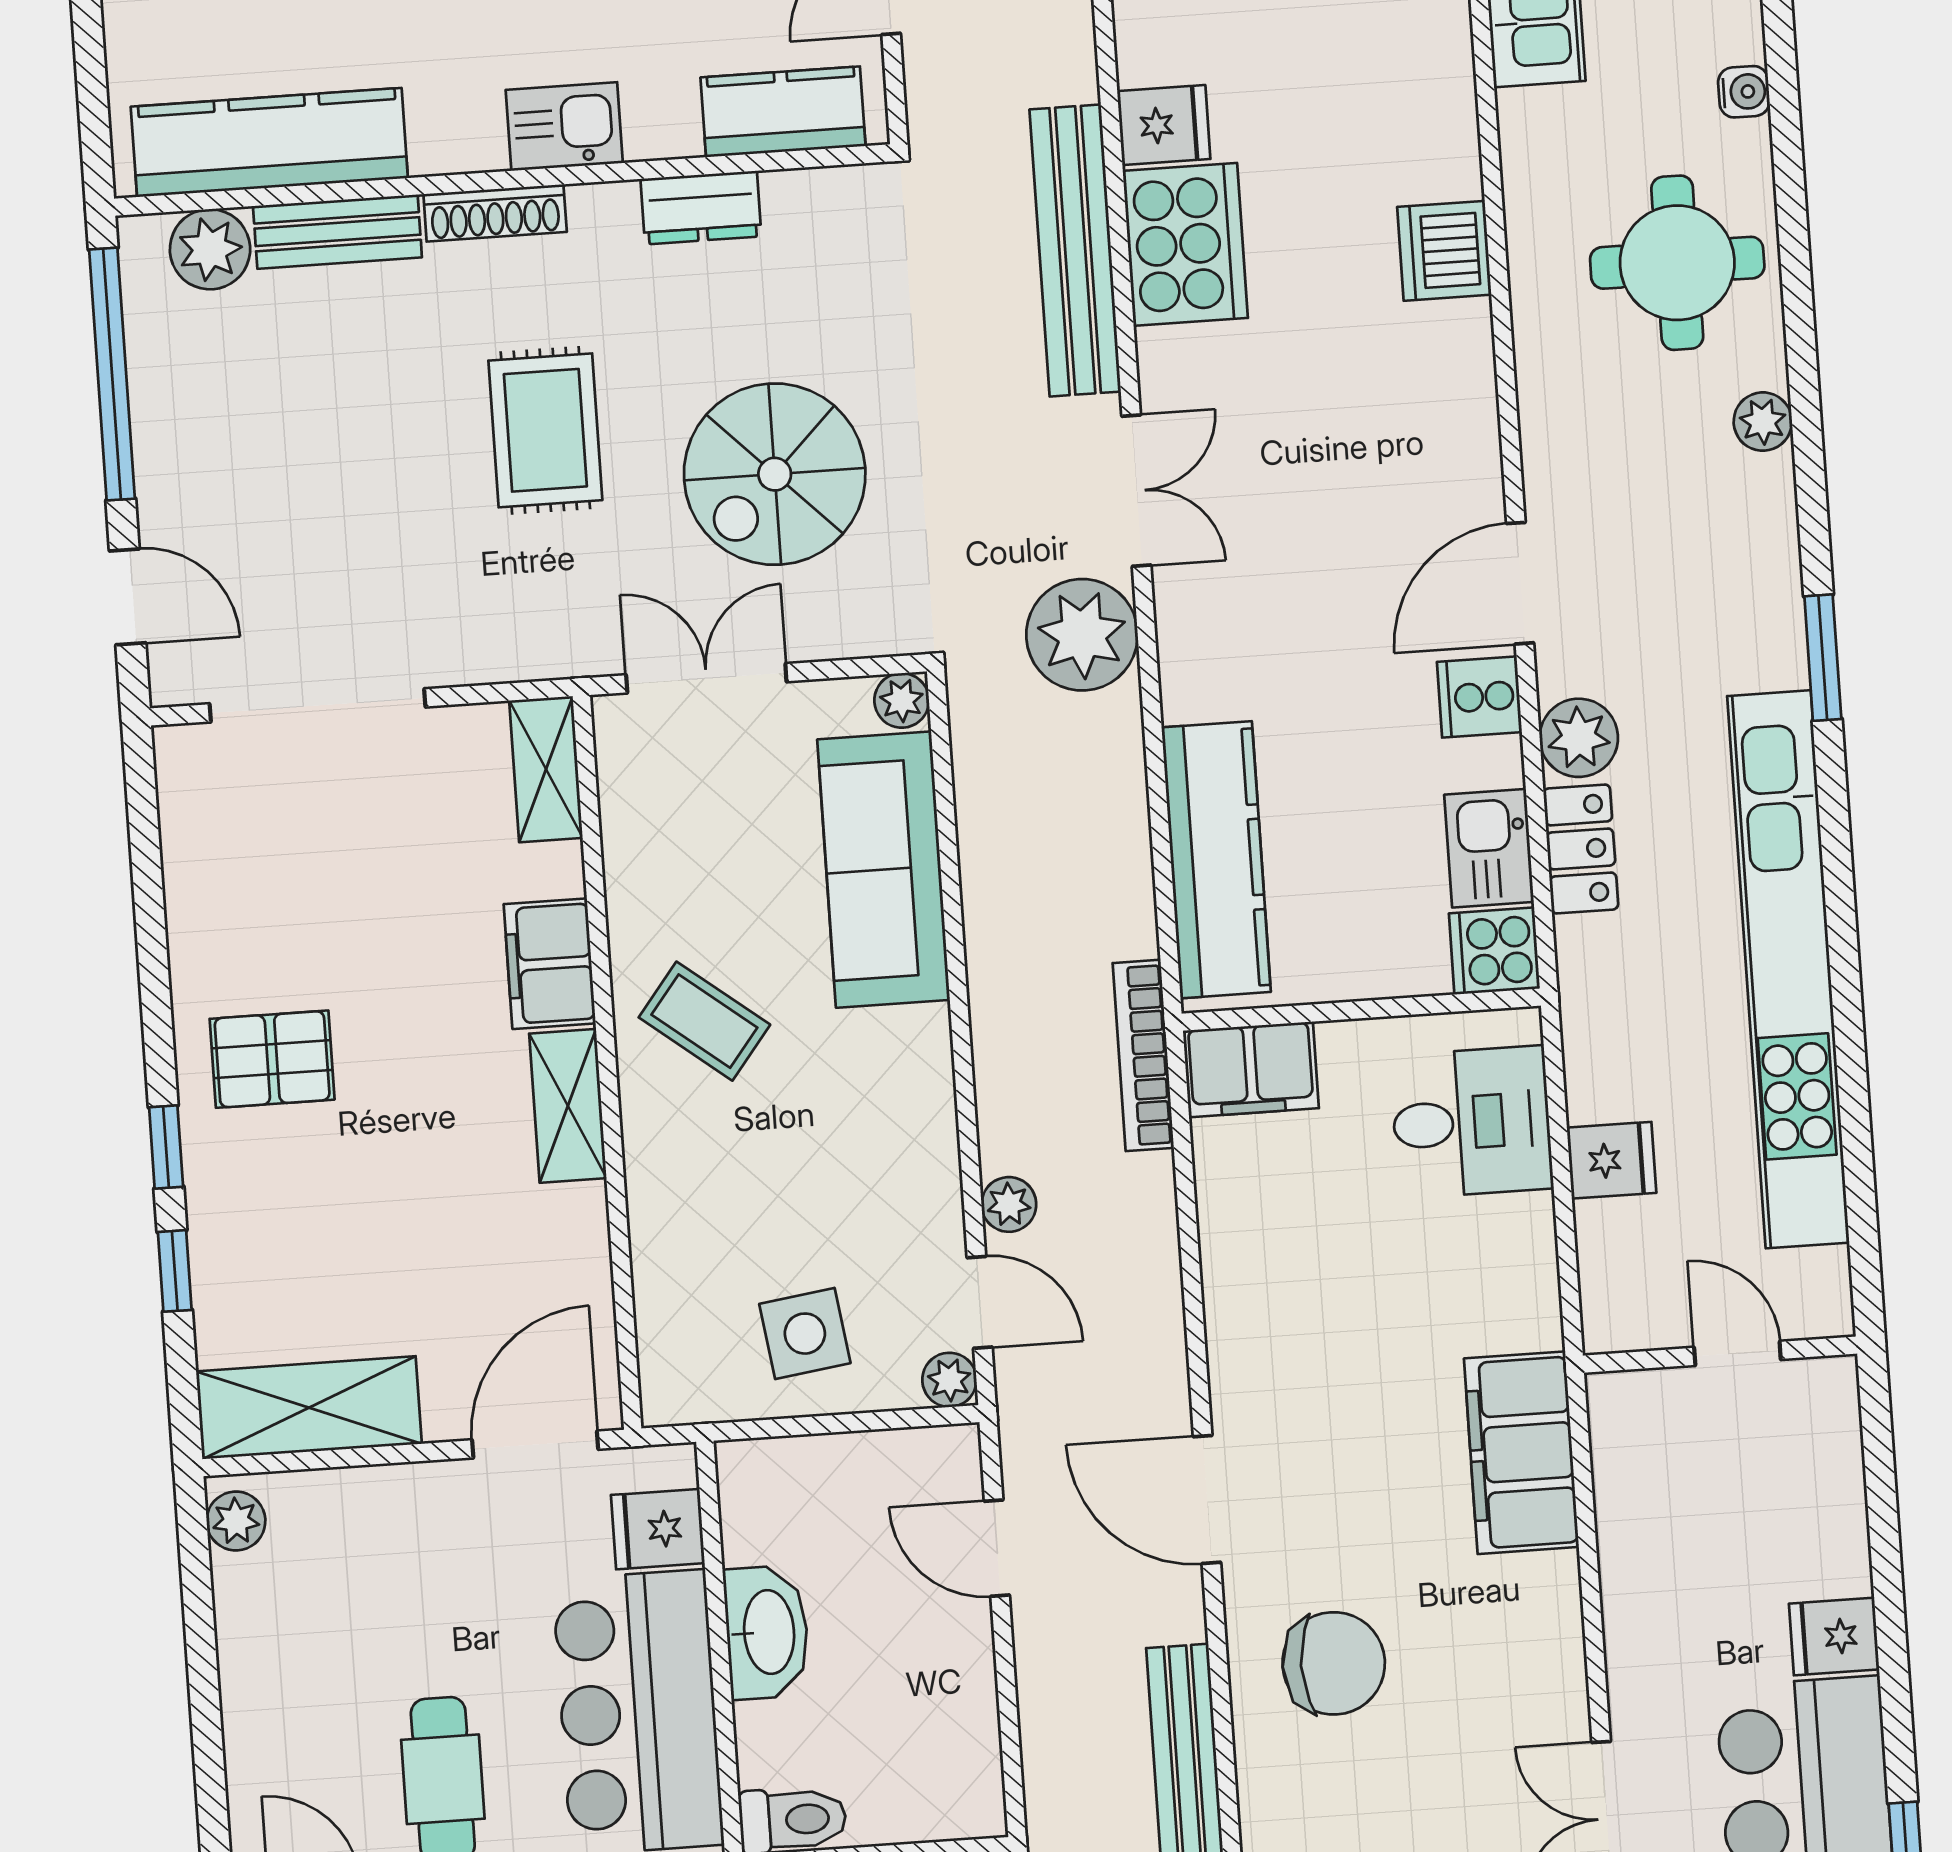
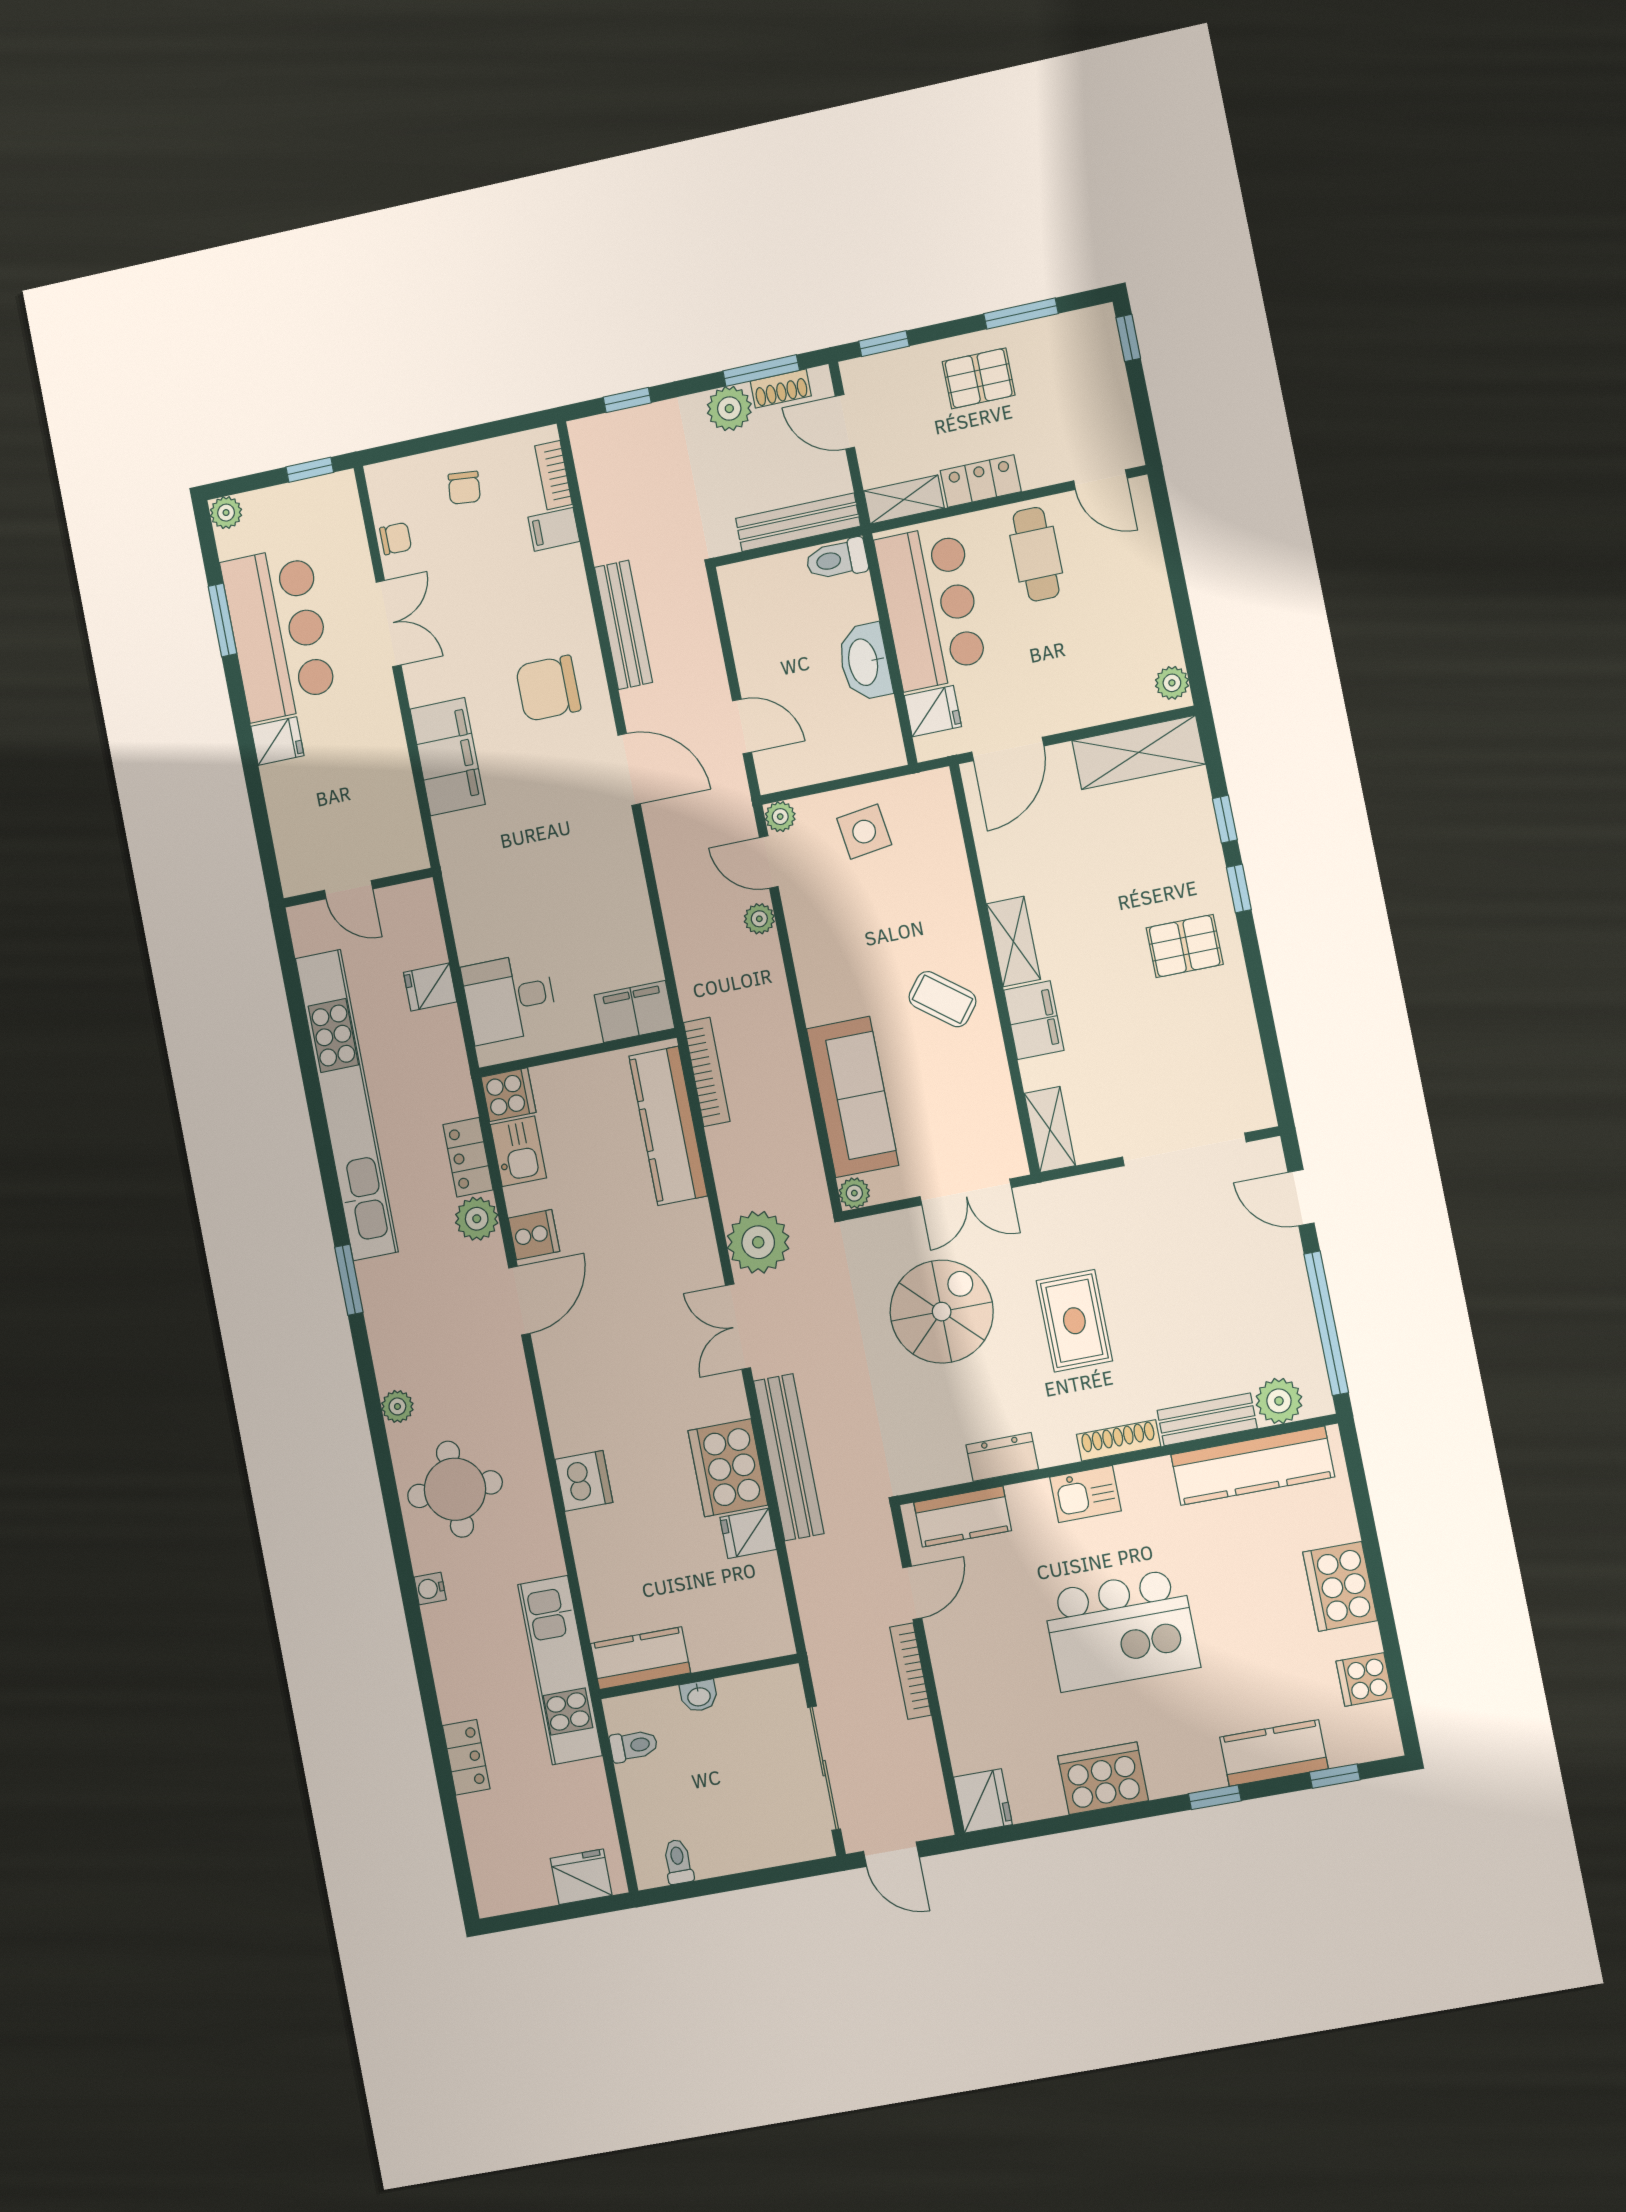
bookcase: (1143, 1055) -> (707, 1072), moved
filing cabinet: (1521, 1453) -> (448, 757), moved

